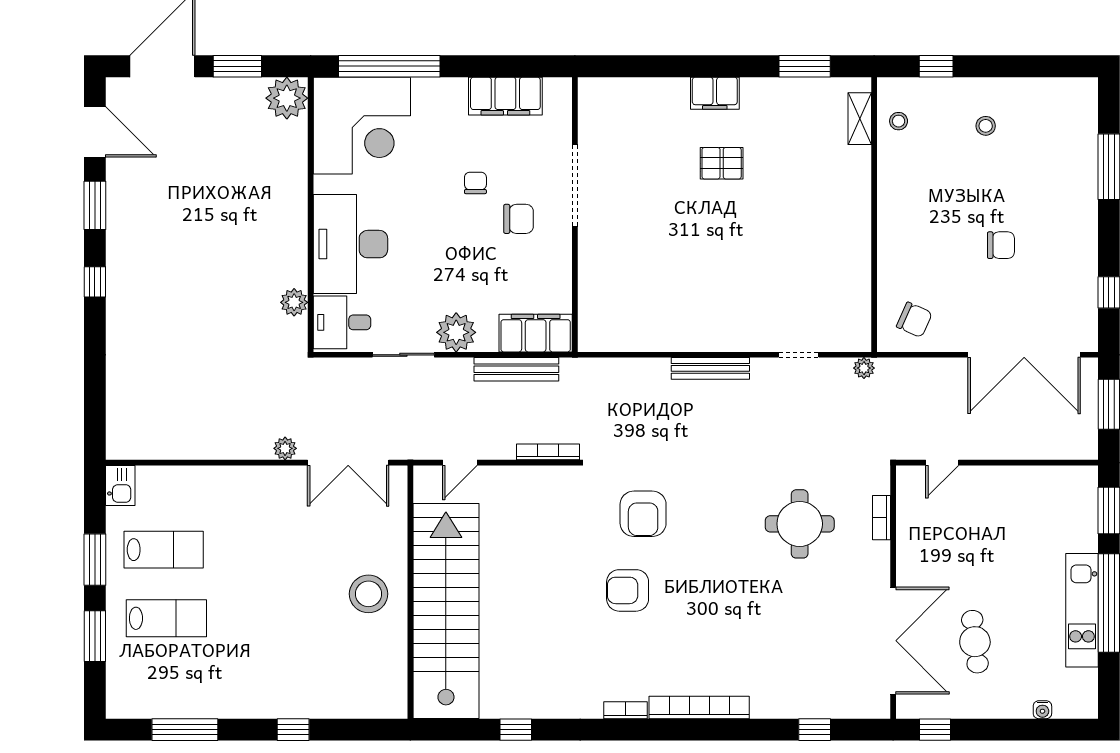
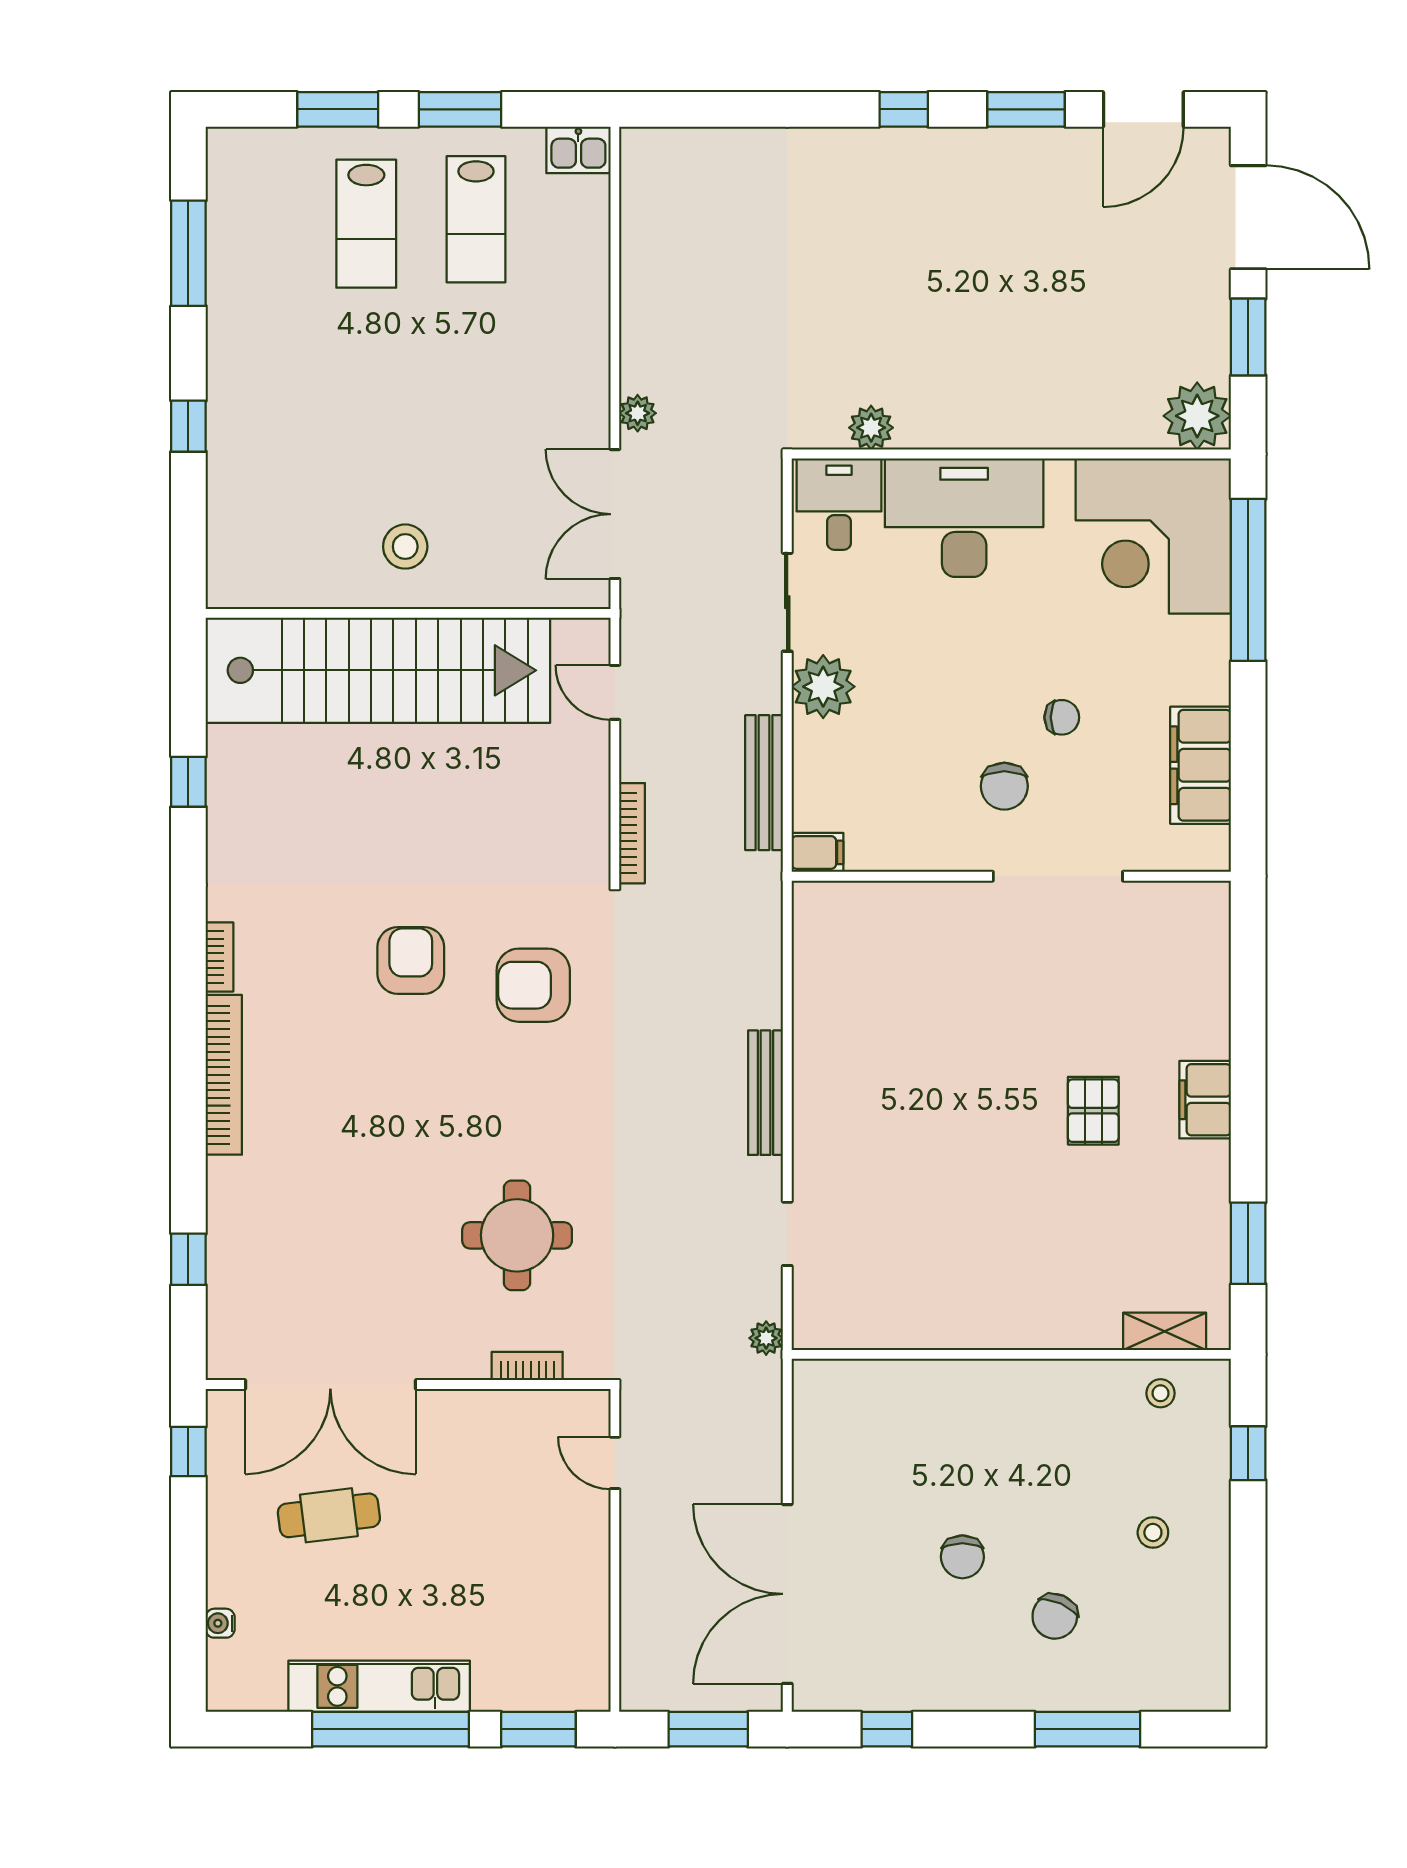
chair: (914, 320) -> (1055, 1616), moved
filing cabinet: (536, 333) -> (817, 852), width x0.33, depth x0.86
stool: (368, 594) -> (405, 547), width x0.73, depth x0.73

